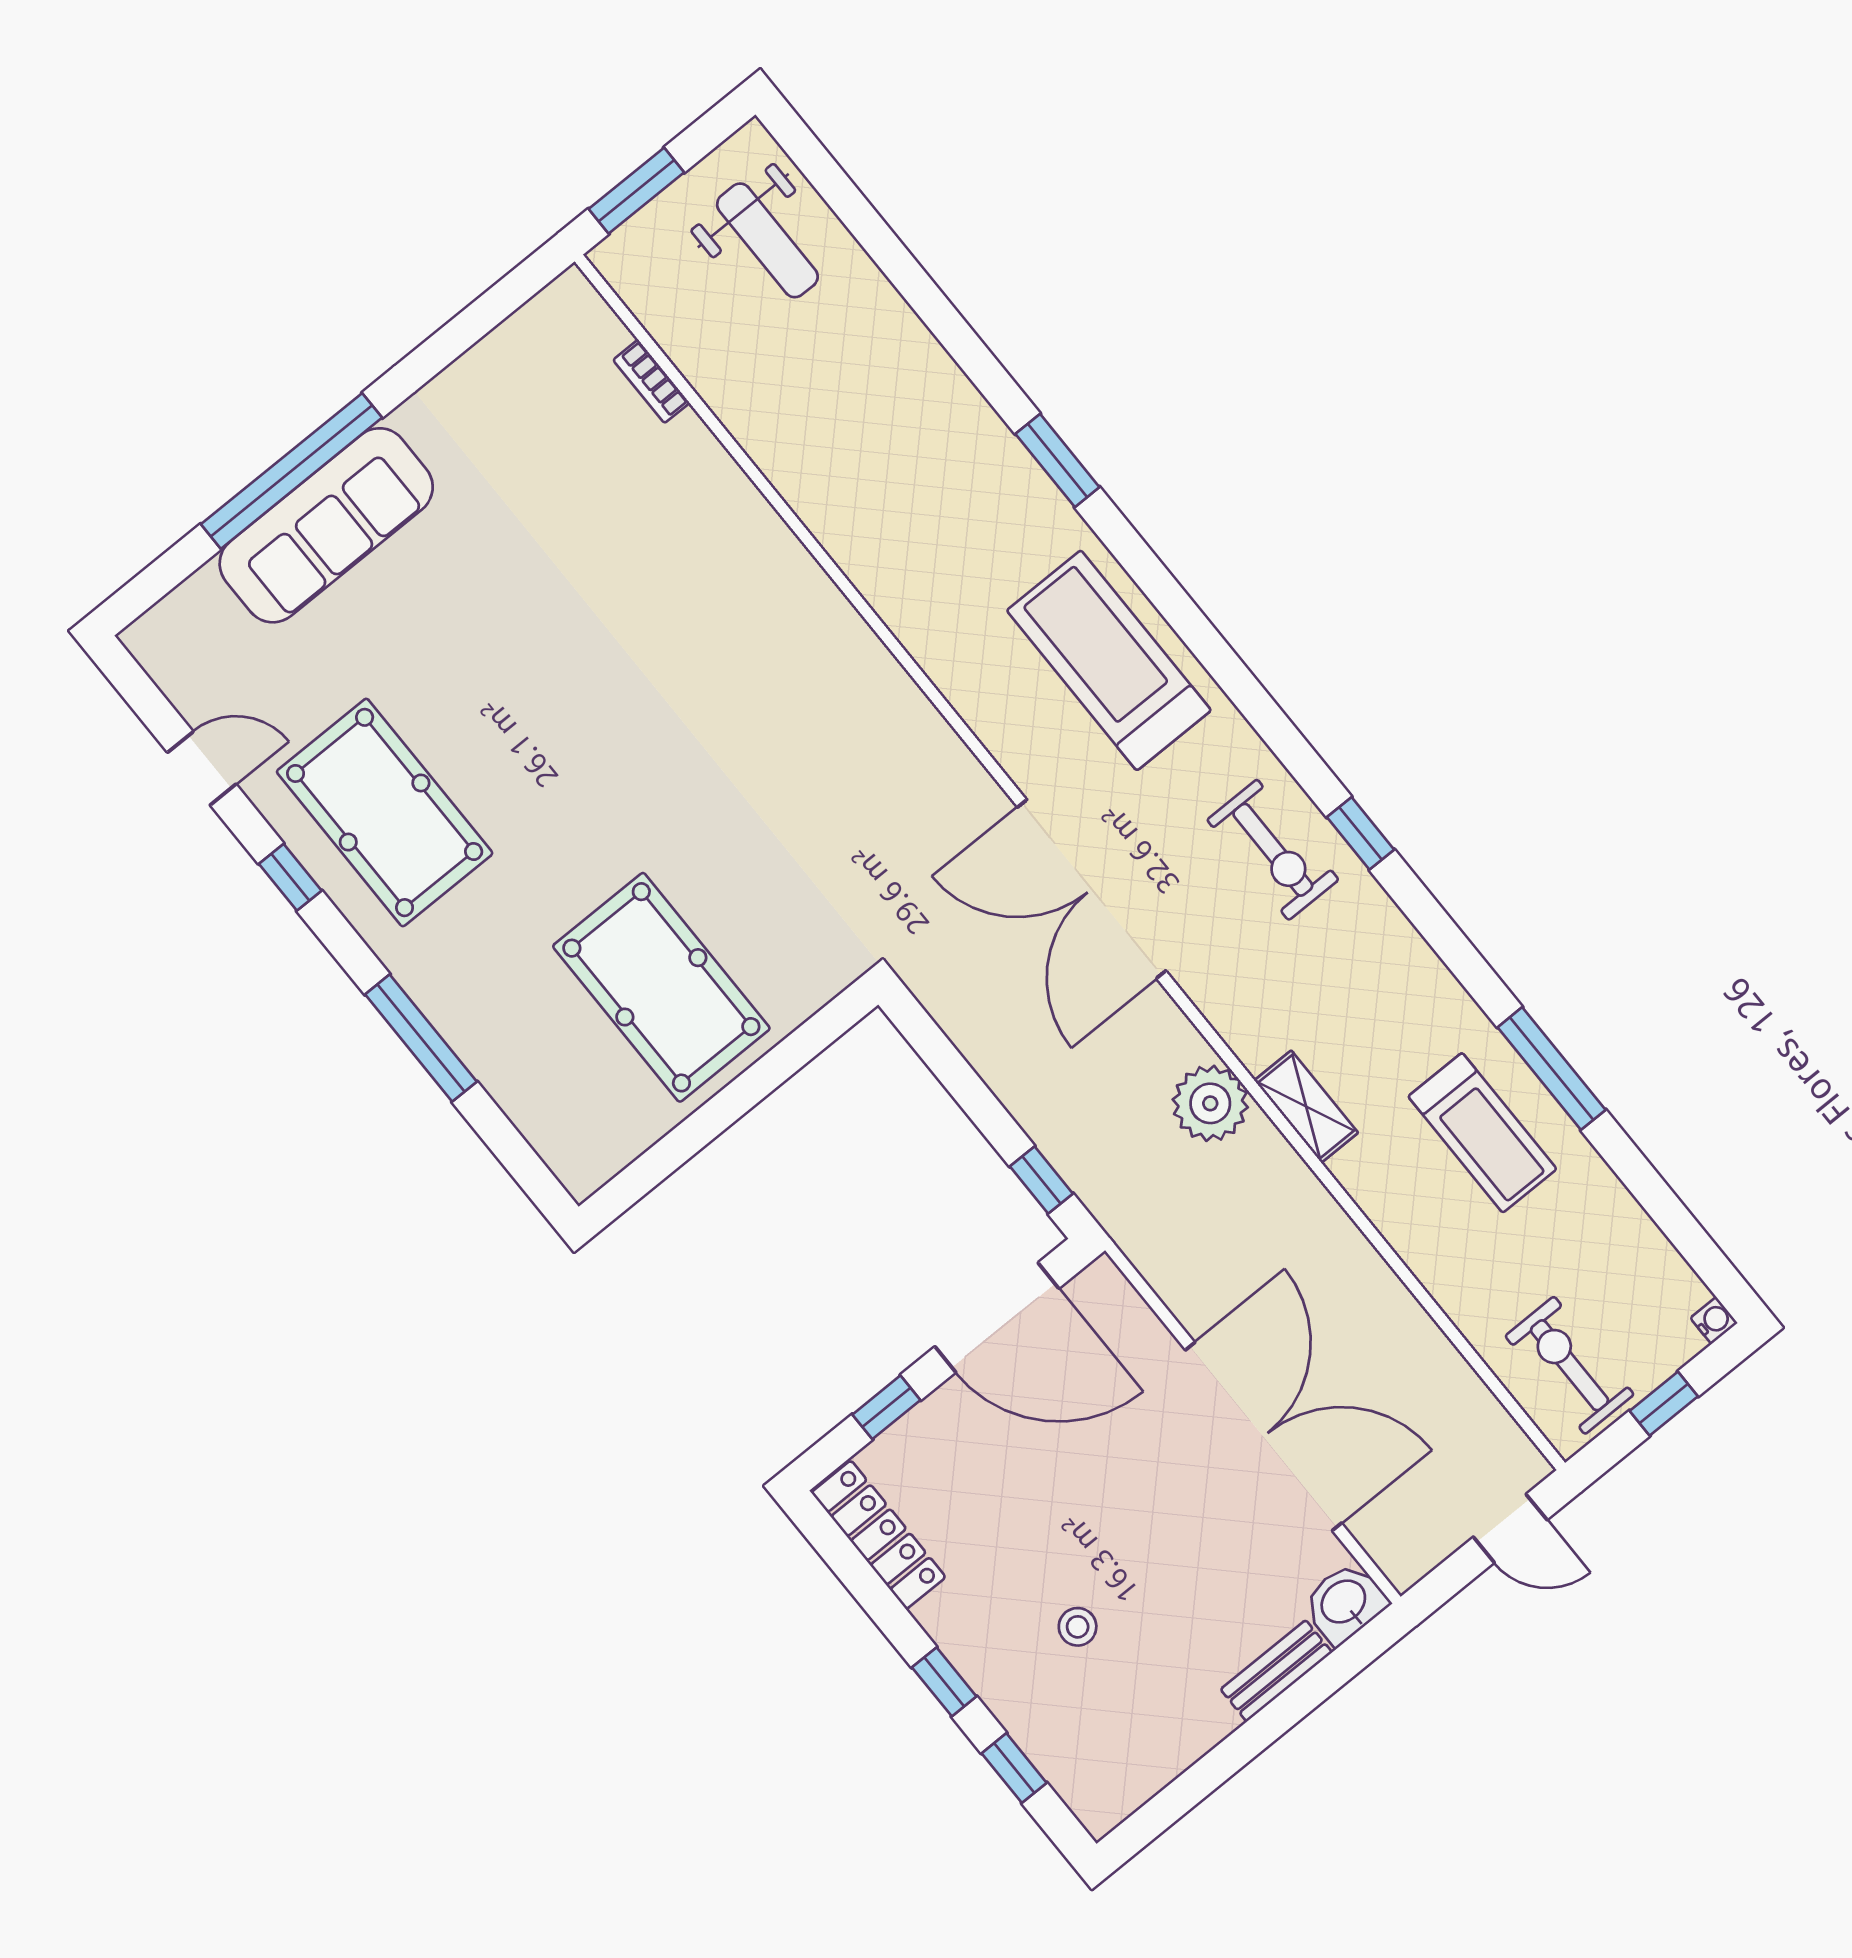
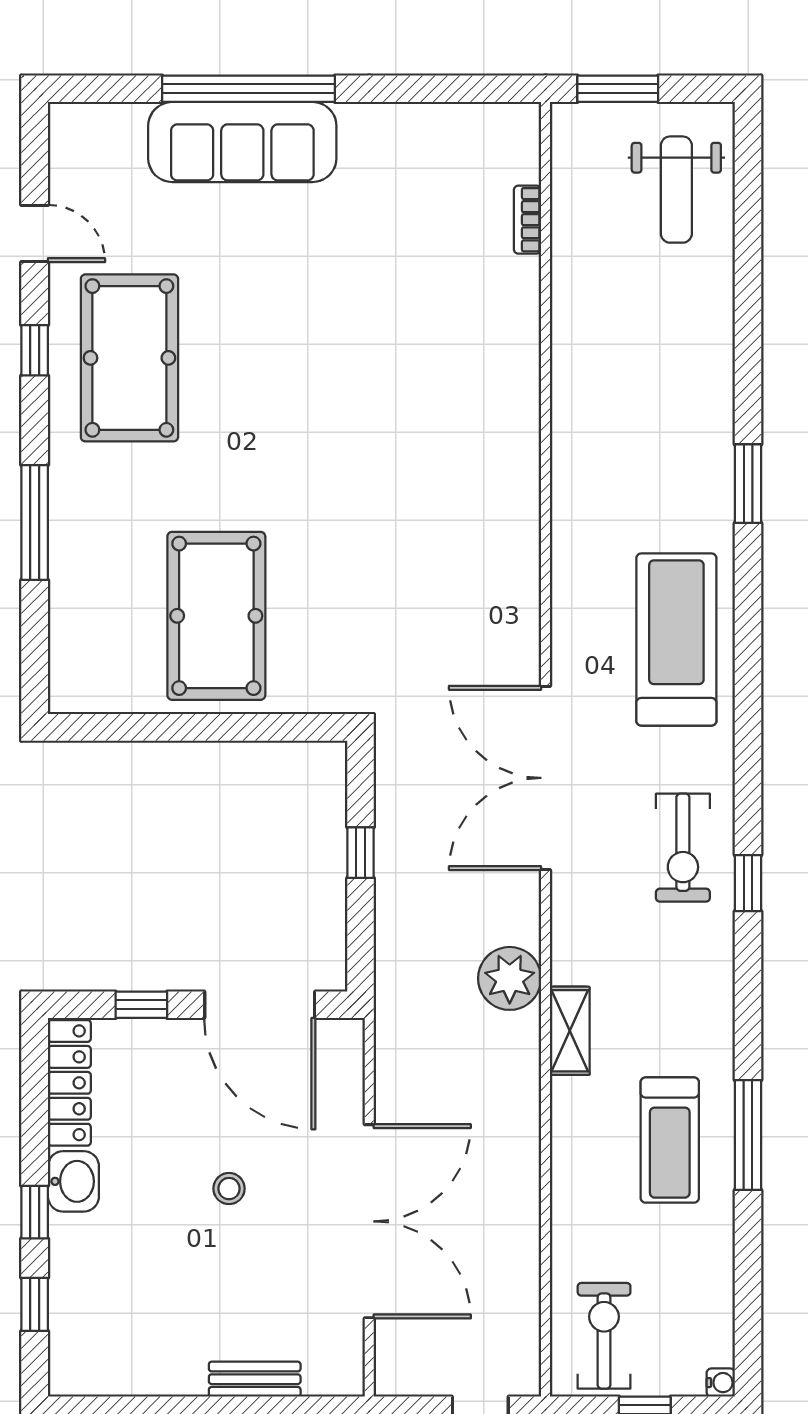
window: (1041, 1180) -> (361, 853), moved
washbasin: (1344, 1603) -> (73, 1181), moved, turned 90
stool: (1078, 1627) -> (229, 1189), moved

